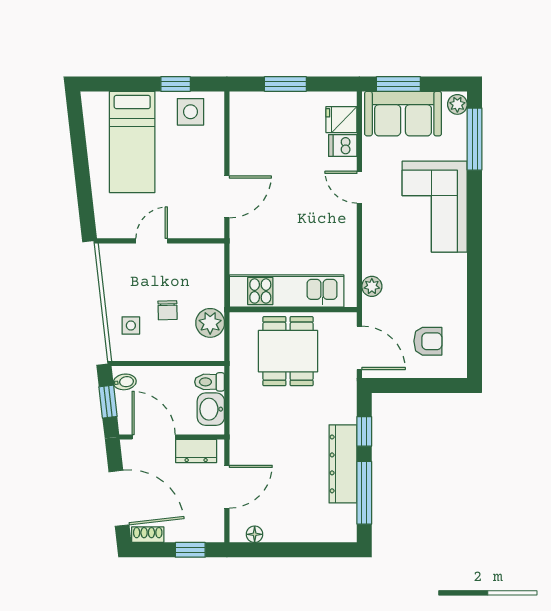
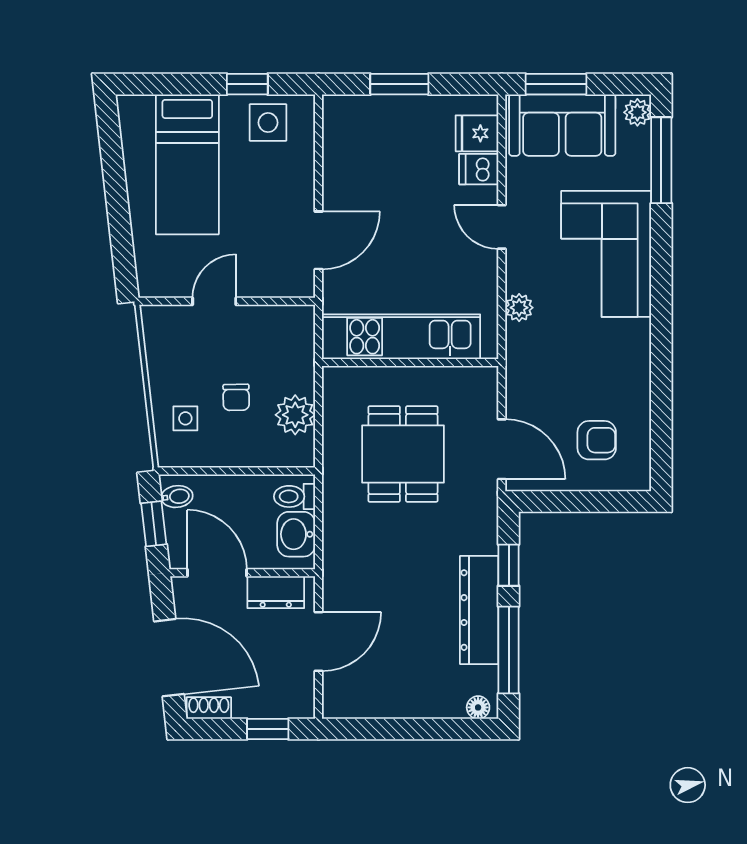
plant: (372, 286) -> (519, 308), moved
kitchen unit: (287, 291) -> (401, 337), moved
wall: (293, 310) -> (410, 362), moved
floor lamp: (255, 534) -> (478, 707), moved

